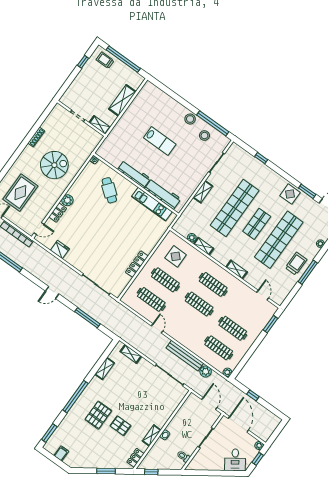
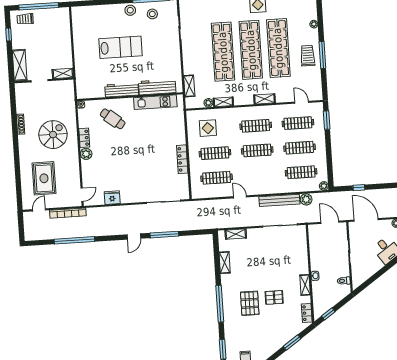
shelving: (122, 100) -> (20, 65), moved
lab bench: (160, 141) -> (121, 47), width x1.36, depth x1.39
shelving: (203, 192) -> (189, 86), moved
locker: (58, 213) -> (84, 138), moved
shop shelf: (257, 224) -> (251, 50), width x2.00, depth x1.36
clothes rail: (247, 309) -> (298, 123), added
window: (87, 318) -> (164, 235), moved

